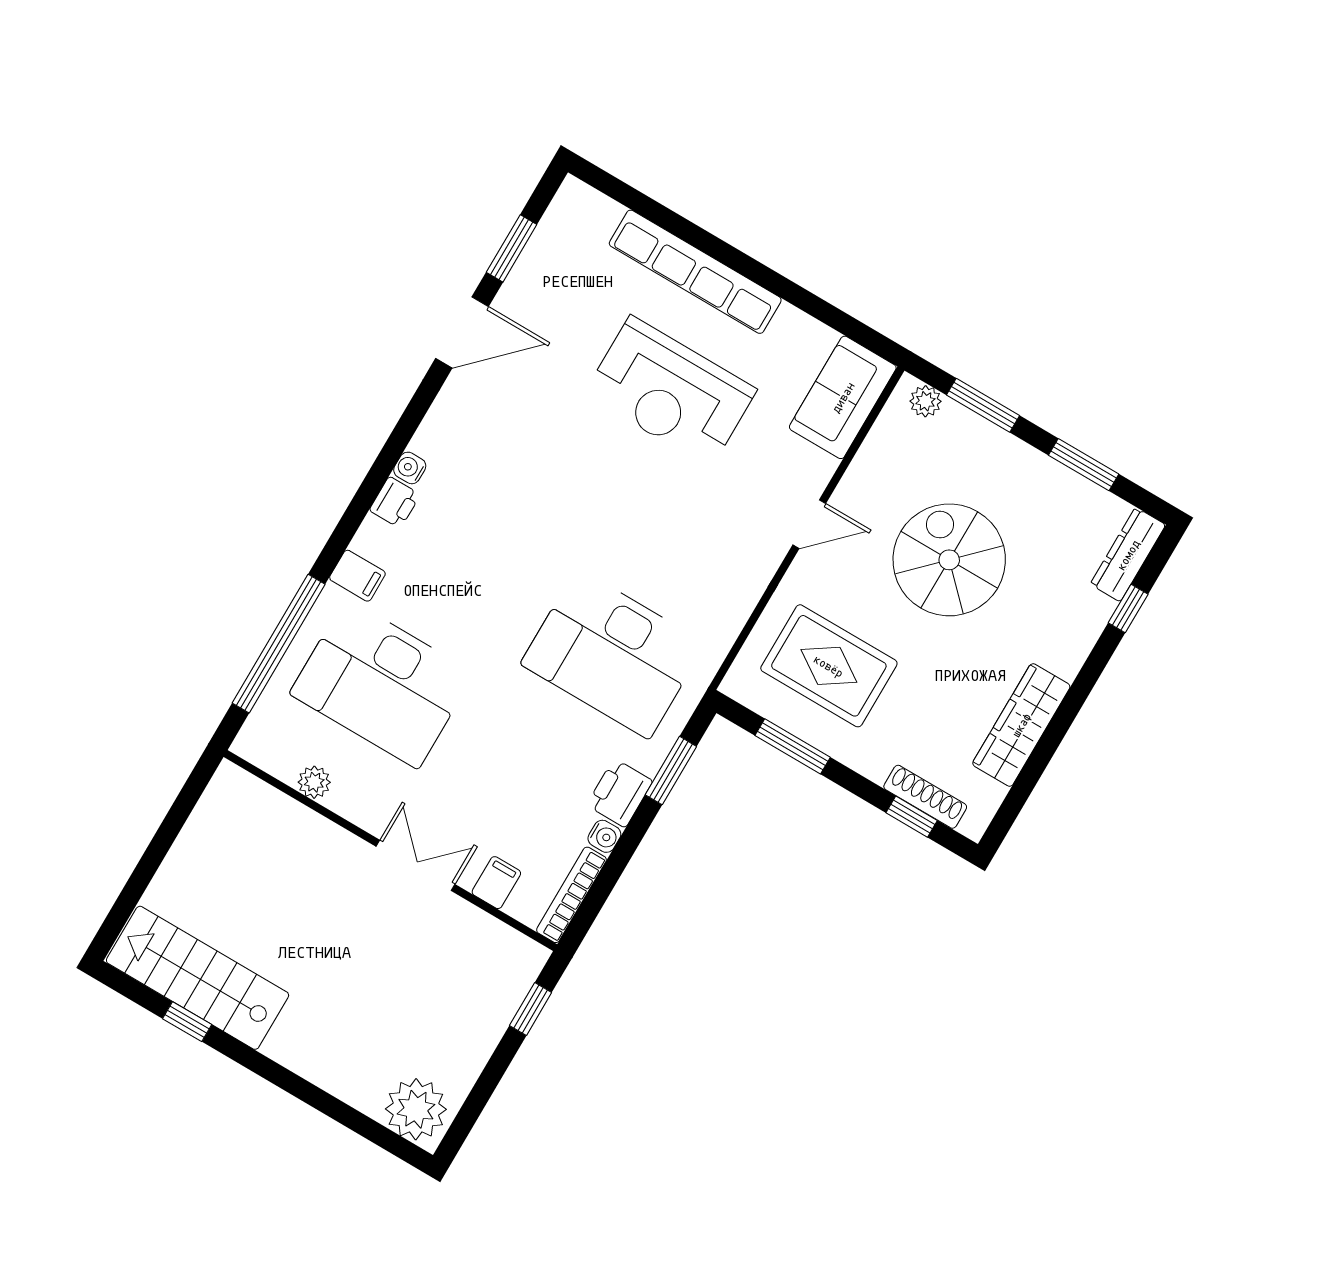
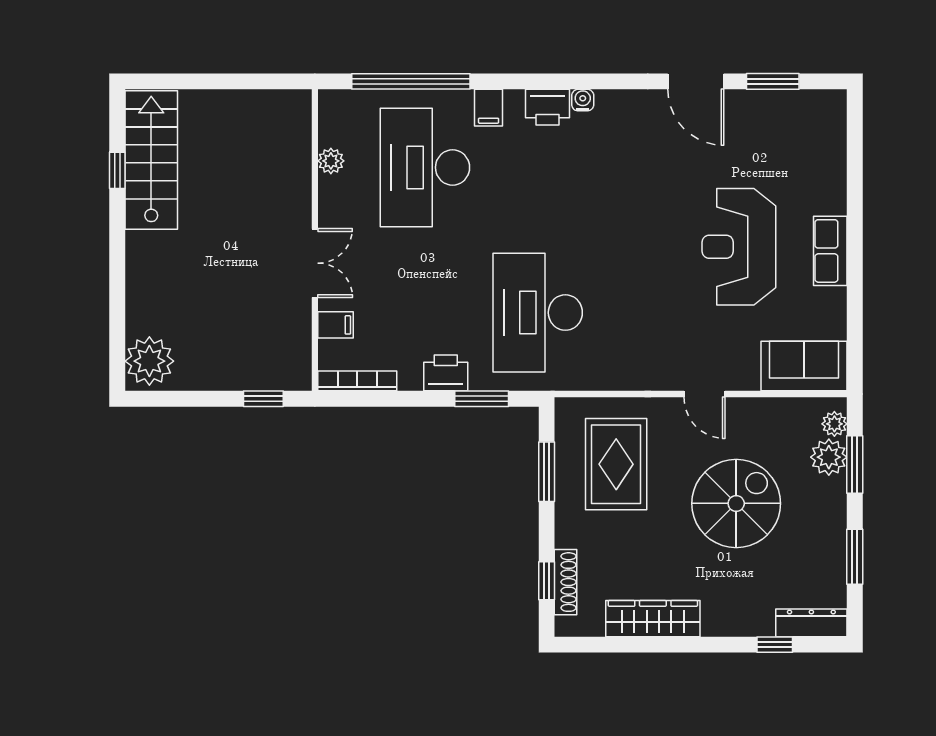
row of seats: (695, 272) -> (830, 251), width x0.50
plant: (958, 429) -> (829, 457), added
printer: (395, 502) -> (547, 107), width x1.36, depth x1.24
water cooler: (604, 836) -> (410, 380), removed

